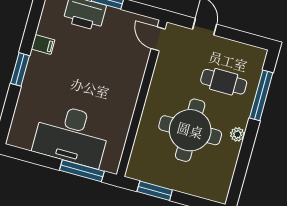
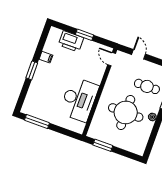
desk: (72, 135) -> (79, 99), moved, turned -90
window: (82, 171) -> (37, 121), moved

